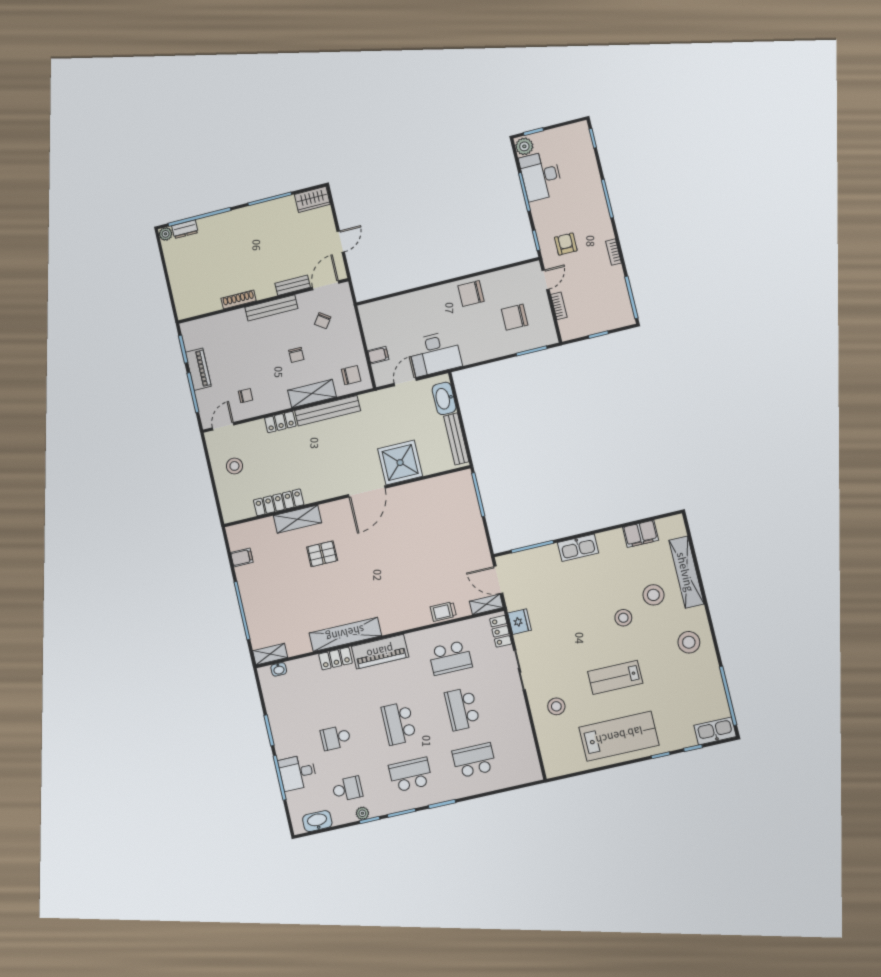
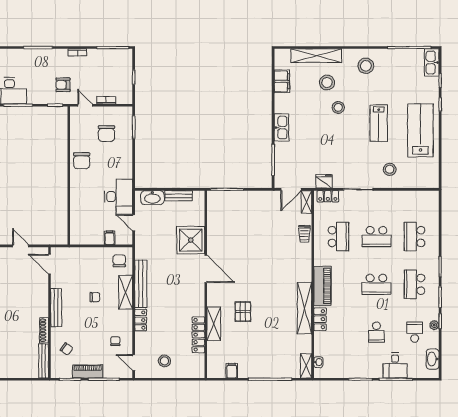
bench: (293, 285) -> (44, 361), moved, width x1.36
chair: (323, 321) -> (66, 349), moved
bench: (456, 439) -> (179, 196), width x0.73

